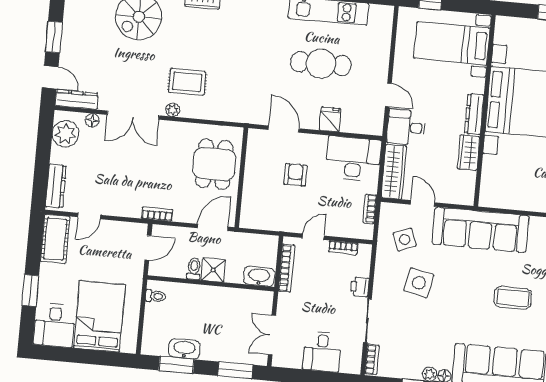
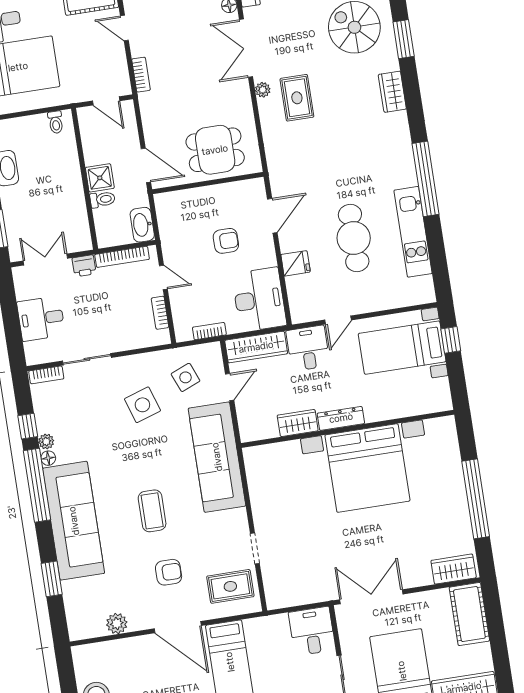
bed with nightstands: (452, 43) -> (402, 348), moved, turned -90
bookcase: (157, 214) -> (141, 75), moved
toilet: (194, 269) -> (103, 199), moved
washbasin: (259, 276) -> (142, 225), moved, turned 180
side table: (419, 283) -> (142, 405), turned -30
printer: (360, 287) -> (84, 266), moved, turned 180

